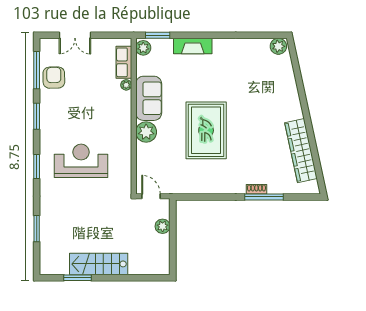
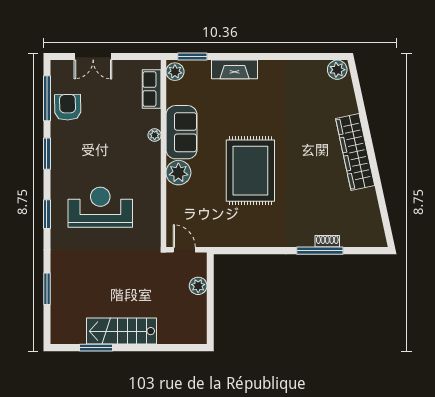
plant: (126, 85) -> (155, 135), moved
wardrobe: (301, 151) -> (355, 152), moved
shoe rack: (256, 189) -> (327, 241), moved

